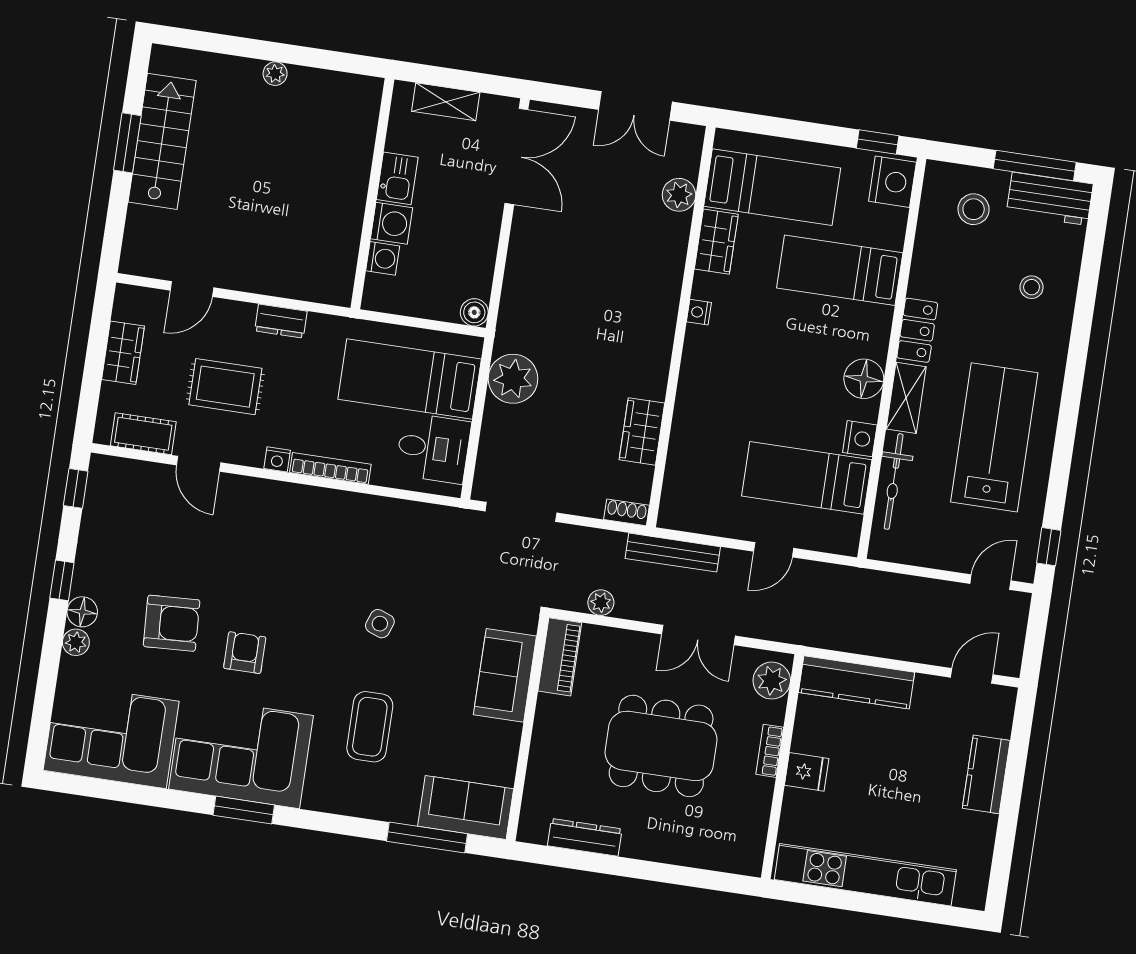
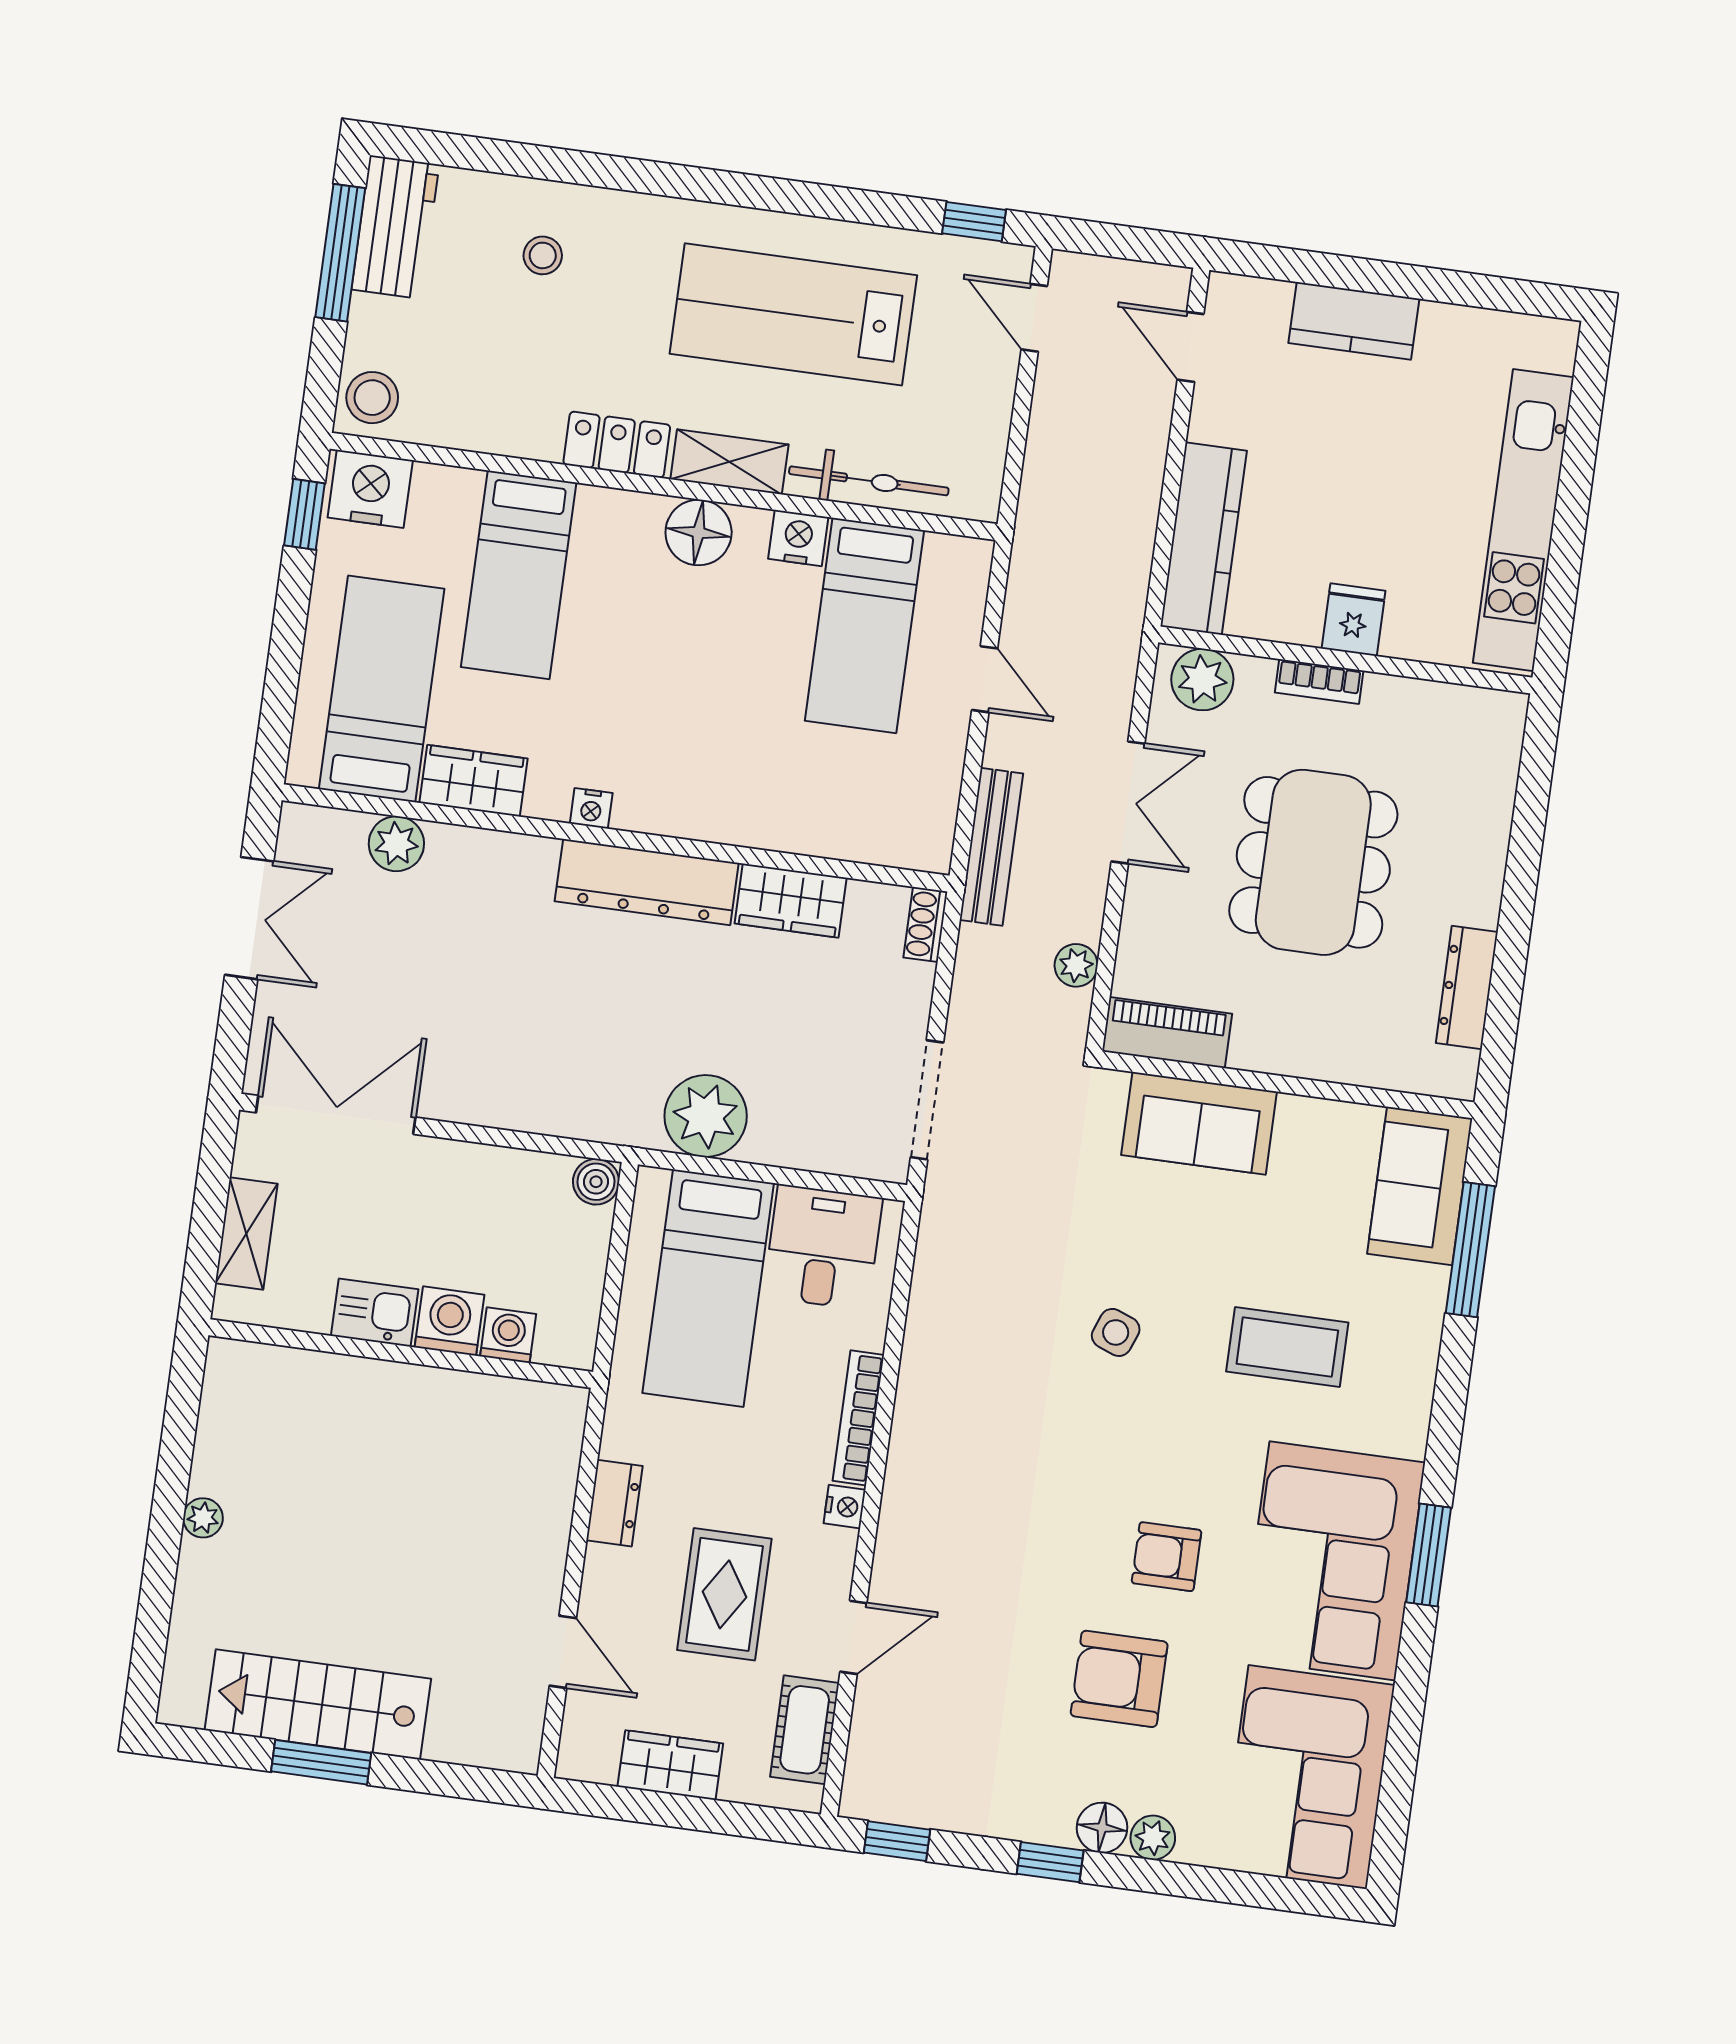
stool: (974, 209) -> (372, 398), moved
dresser: (654, 345) -> (647, 882), added
armchair: (172, 623) -> (1119, 1679), turned -87

